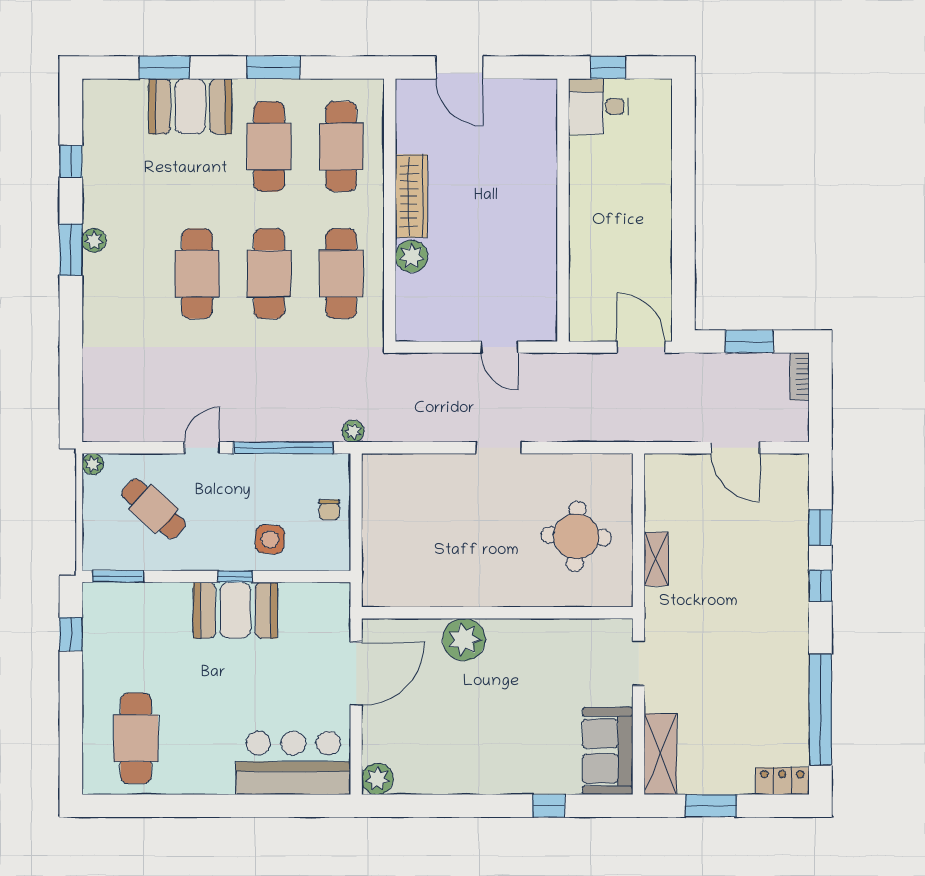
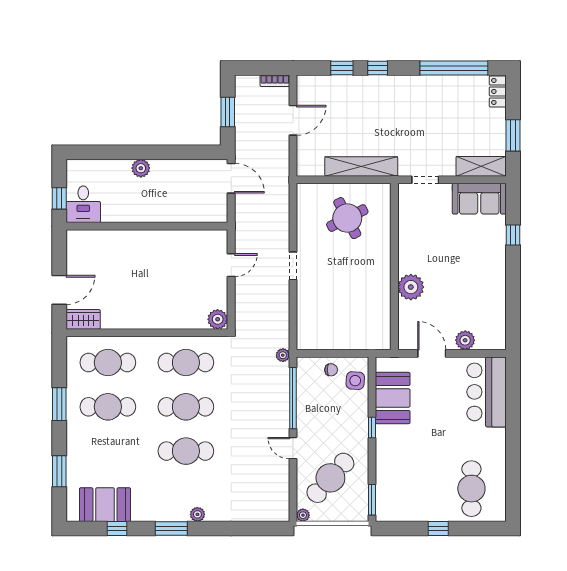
booth: (190, 106) -> (105, 505), moved, turned 90
wardrobe: (411, 196) -> (83, 319), moved, width x0.67
plant: (657, 200) -> (141, 168), added
plant: (94, 240) -> (197, 514), moved
plant: (412, 256) -> (218, 319), moved
door: (641, 347) -> (231, 178), swing flipped
bookcase: (800, 377) -> (275, 81), moved
cafe table: (153, 509) -> (330, 478), width x1.37, depth x1.35
round table: (576, 536) -> (347, 218), turned -30
side table: (270, 539) -> (355, 381), moved
shelving: (656, 559) -> (361, 166), width x2.20, depth x1.33
booth: (235, 610) -> (393, 398), moved
window: (71, 634) -> (438, 529), moved
door: (356, 674) -> (432, 353), width x0.73
cafe table: (136, 738) -> (471, 489), turned 90
plant: (377, 779) -> (465, 340), moved

